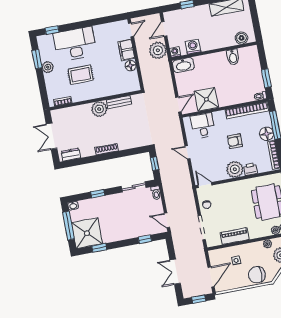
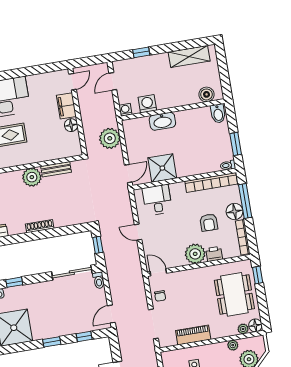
plant: (158, 50) -> (110, 138), moved
bidet: (233, 57) -> (218, 114), moved
washbasin: (183, 65) -> (162, 121), moved
armchair: (235, 141) -> (209, 223), moved, turned -90
sliding door: (134, 187) -> (72, 273), width x1.37
window: (98, 194) -> (14, 282), moved
door: (167, 220) -> (111, 314), hinge flipped
window: (99, 248) -> (52, 342), moved

